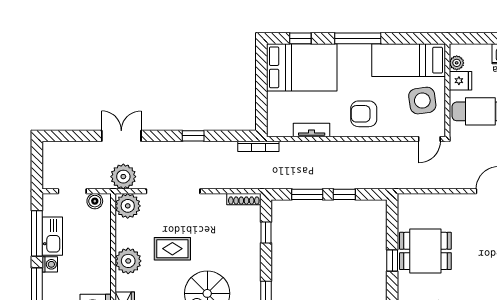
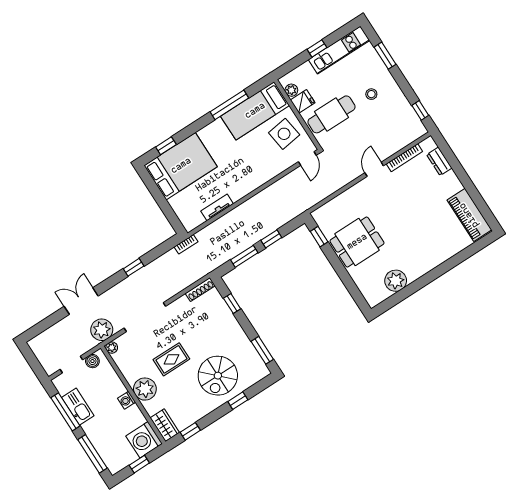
window: (358, 38) -> (229, 105), moved
armchair: (364, 114) -> (248, 171), removed
bookcase: (258, 146) -> (186, 244), width x0.64
plant: (128, 206) -> (112, 348), width x0.53, depth x0.53
window: (392, 261) -> (319, 237), moved
washing machine: (50, 264) -> (127, 400), moved, turned 180

